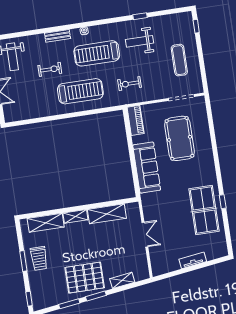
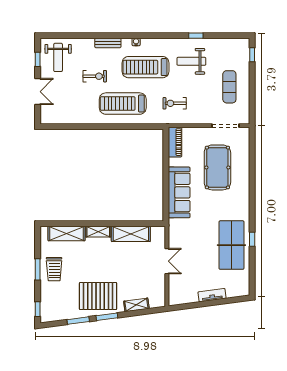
treadmill: (80, 91) -> (123, 104), turned 180

